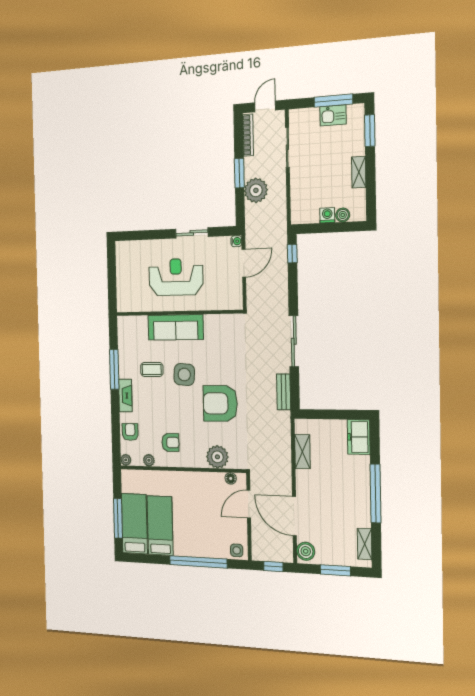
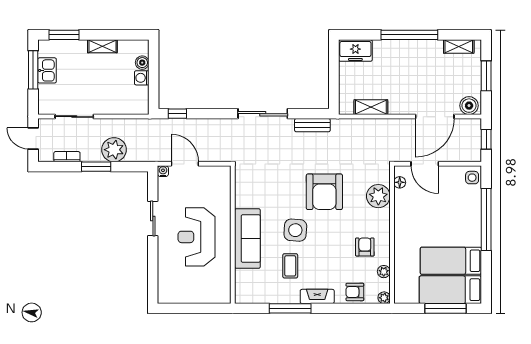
bookcase: (248, 135) -> (67, 157), width x0.64

